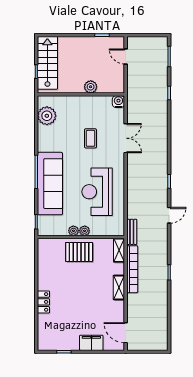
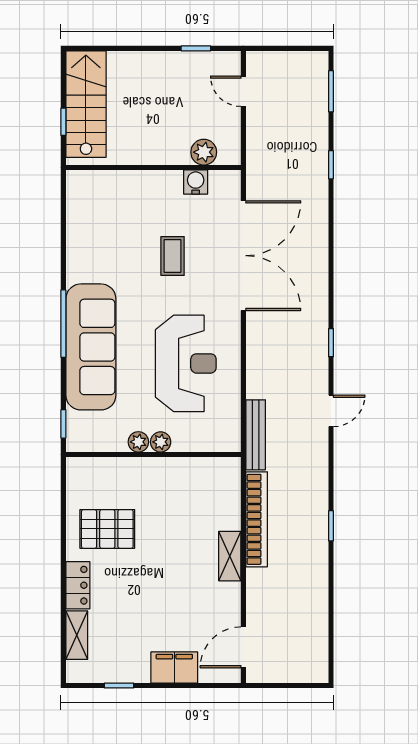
plant: (91, 87) -> (204, 152), moved
water cooler: (118, 102) -> (196, 182), moved
plant: (47, 116) -> (85, 211), removed
double door: (126, 138) -> (243, 256), width x1.87
reception desk: (97, 192) -> (186, 363), turned 180
bench: (132, 232) -> (256, 435), width x1.36
shelving: (119, 250) -> (77, 635), moved
pallet: (79, 252) -> (107, 529), moved
door: (126, 333) -> (243, 647), hinge flipped

